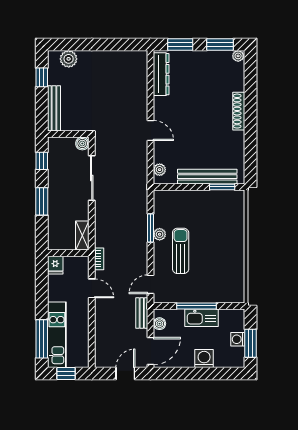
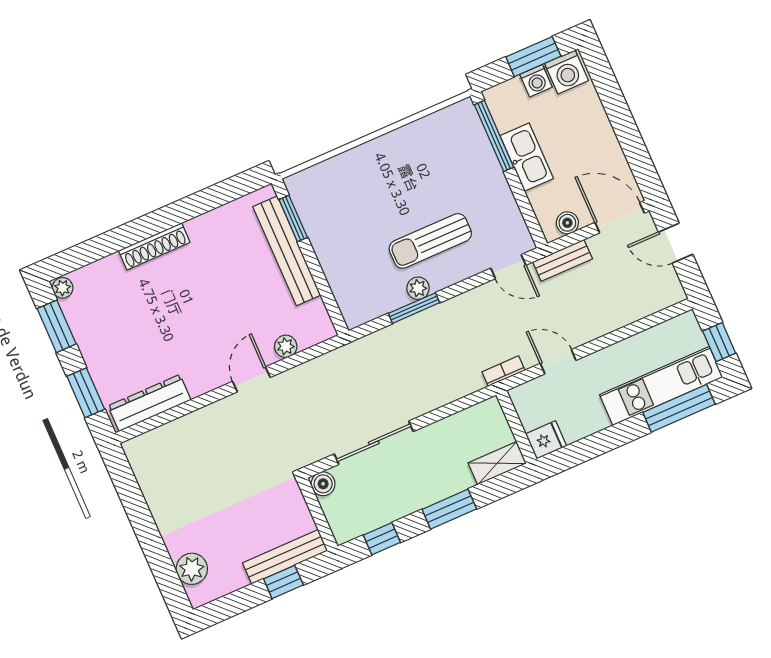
window: (42, 77) -> (283, 582), moved
plant: (160, 170) -> (286, 346), moved
shelving: (82, 235) -> (497, 463), moved
door: (92, 288) -> (558, 362), hinge flipped
window: (197, 306) -> (494, 136), moved
washing machine: (204, 359) -> (566, 72), moved, turned -90

